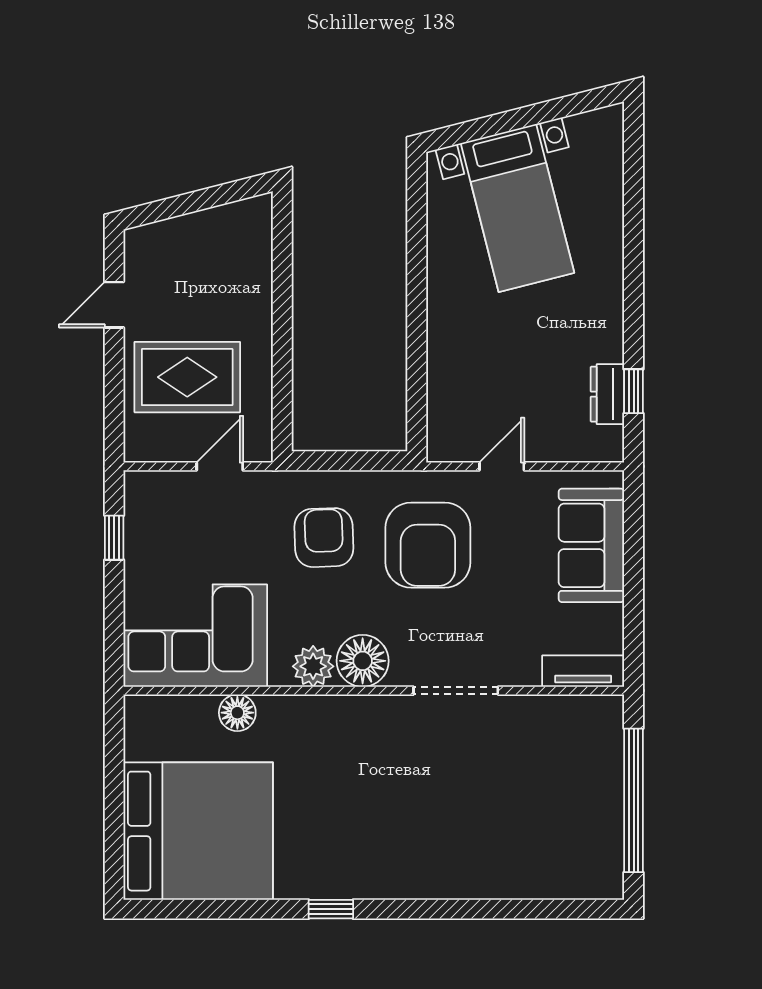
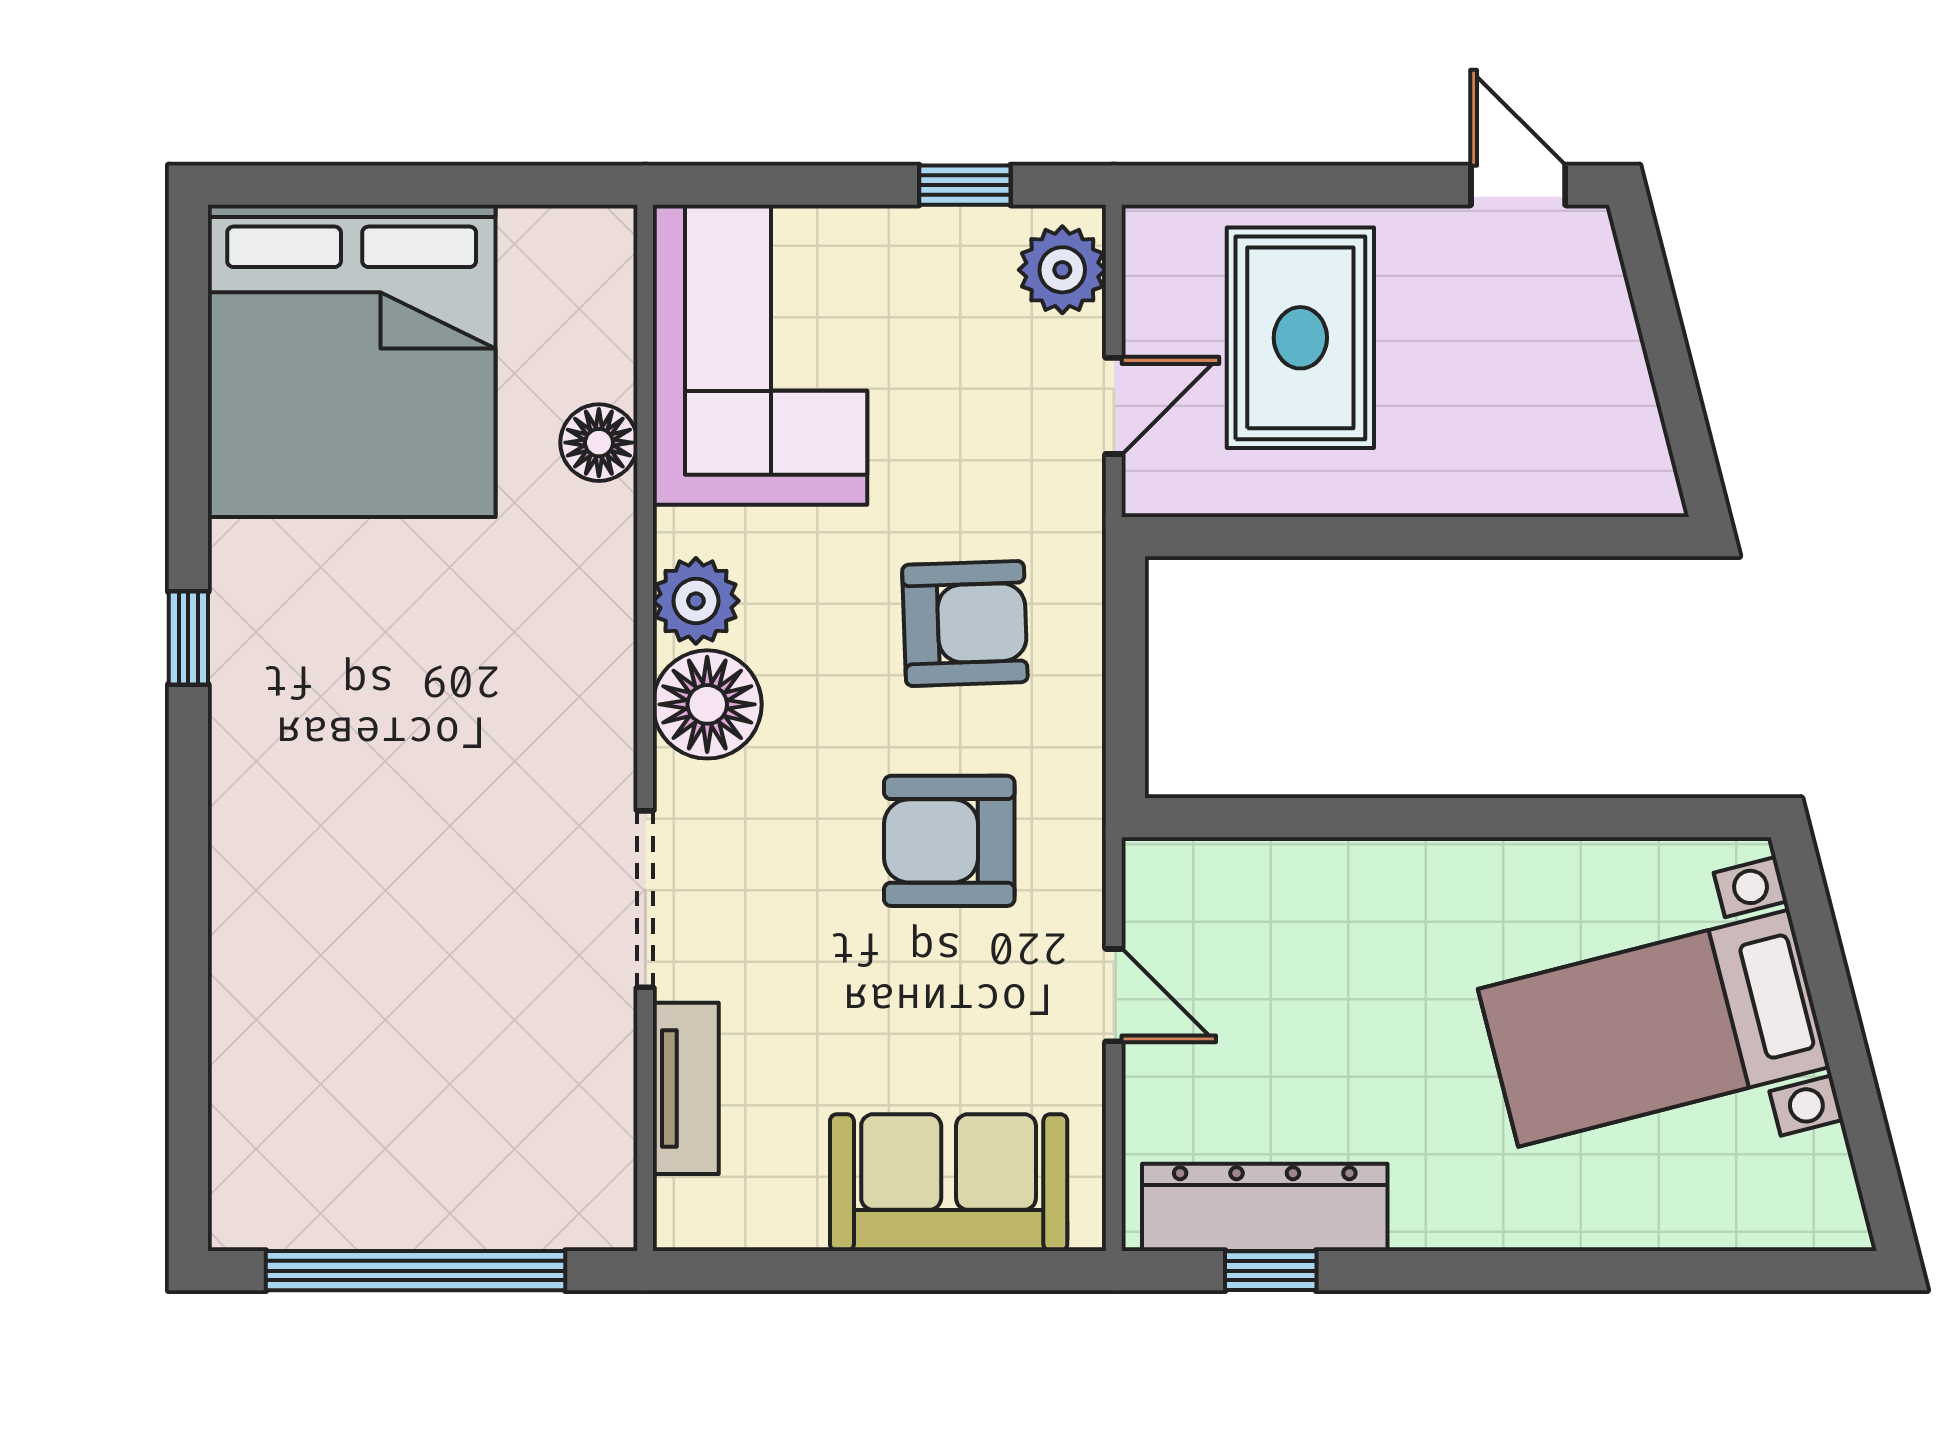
door: (114, 305) -> (1518, 185), moved
dresser: (607, 394) -> (1265, 1207), width x1.96, depth x1.24
door: (220, 466) -> (1114, 406), hinge flipped
plant: (155, 491) -> (1062, 270), added
armchair: (428, 545) -> (949, 841), width x0.73, depth x0.73
tv unit: (583, 671) -> (686, 1088), moved

